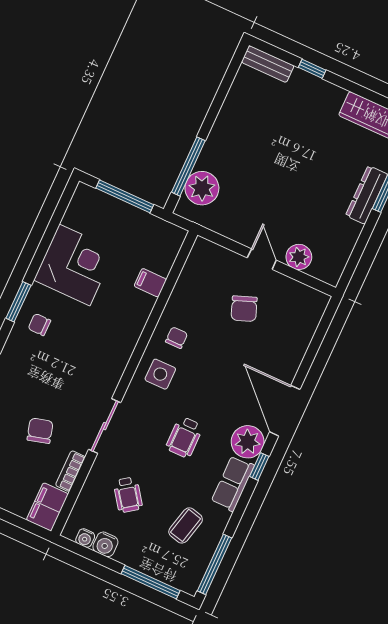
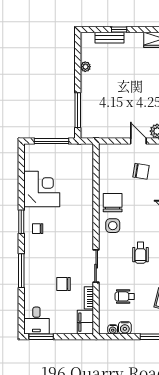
bench: (268, 64) -> (110, 38), moved
plant: (202, 188) -> (85, 67), moved, width x0.53, depth x0.53
filing cabinet: (150, 283) -> (86, 180), removed
chair: (244, 309) -> (141, 171), turned -60
chair: (177, 338) -> (113, 203), width x1.87, depth x1.87
chair: (40, 431) -> (63, 284), turned -75
wheelchair: (128, 495) -> (125, 296), turned 126

